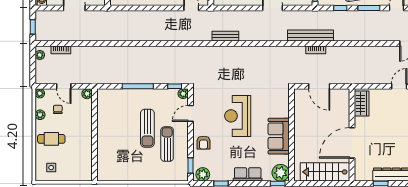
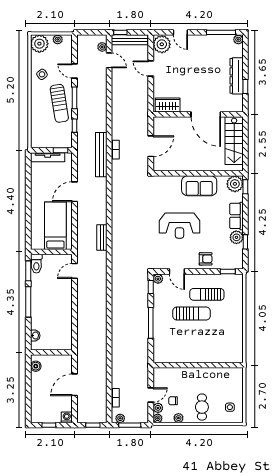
window: (33, 65) -> (130, 425), added
plant: (87, 94) -> (158, 408), moved
plant: (203, 174) -> (236, 237), moved

